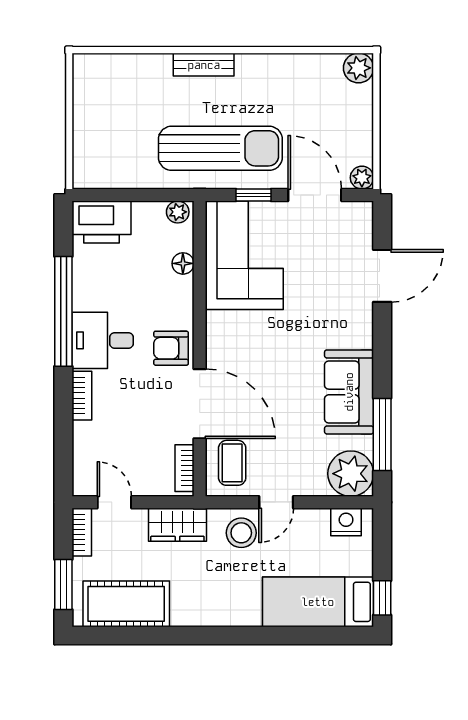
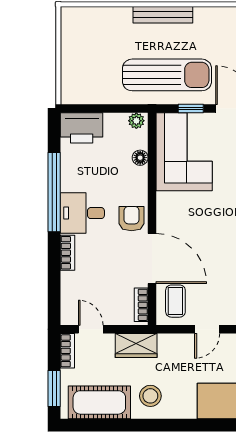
bench: (204, 65) -> (163, 15), width x1.36
armchair: (171, 348) -> (132, 219), turned 90
stool: (241, 533) -> (150, 396), moved

